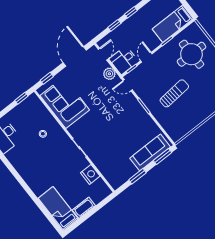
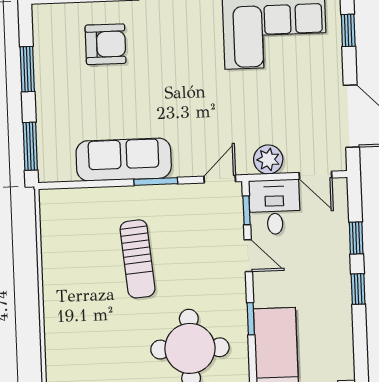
sofa: (150, 153) -> (124, 160), moved, turned -90
armchair: (110, 156) -> (106, 44), added

